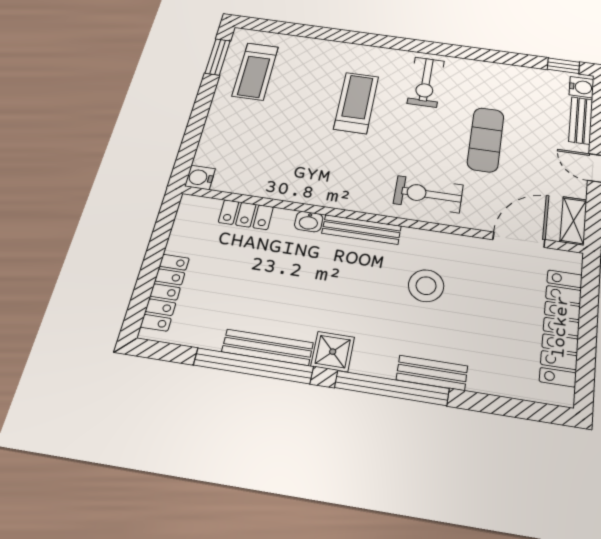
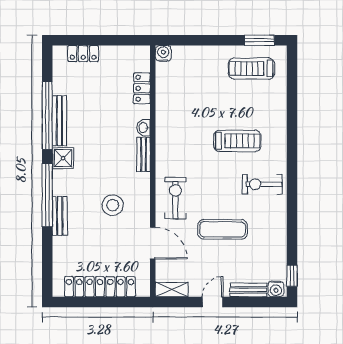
bench: (362, 230) -> (144, 154), width x0.73
door: (519, 240) -> (153, 243), moved
locker: (165, 292) -> (83, 54), width x0.66

